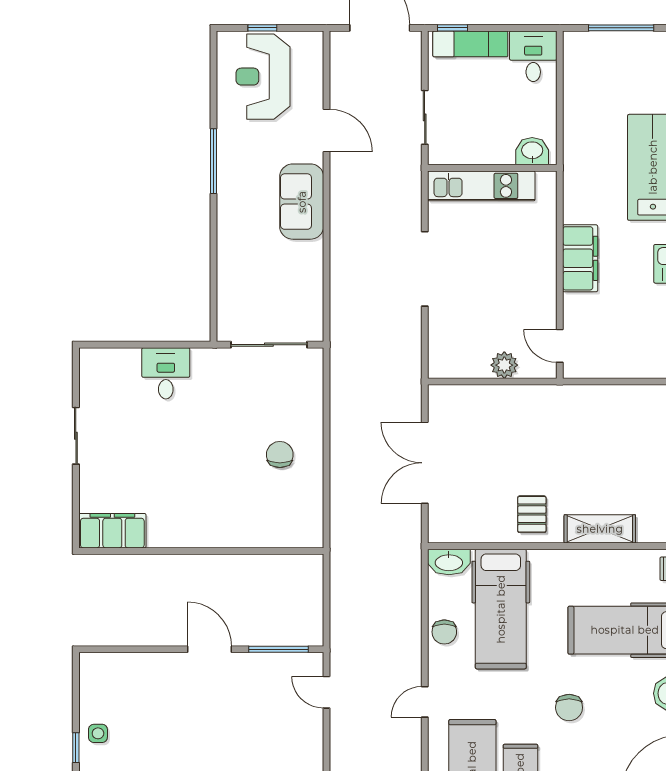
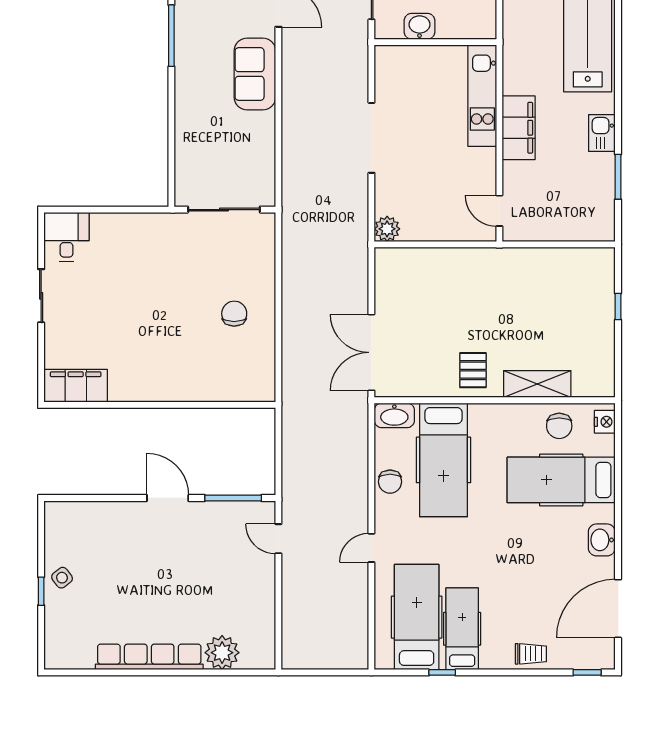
washbasin: (532, 151) -> (420, 26), moved
kitchen unit: (481, 186) -> (482, 96), moved, turned 90
plant: (504, 365) -> (387, 229), moved
desk: (166, 373) -> (67, 237), moved
double door: (425, 463) -> (371, 352), moved
chair: (569, 708) -> (559, 426), moved
side table: (98, 733) -> (62, 578), turned -38

